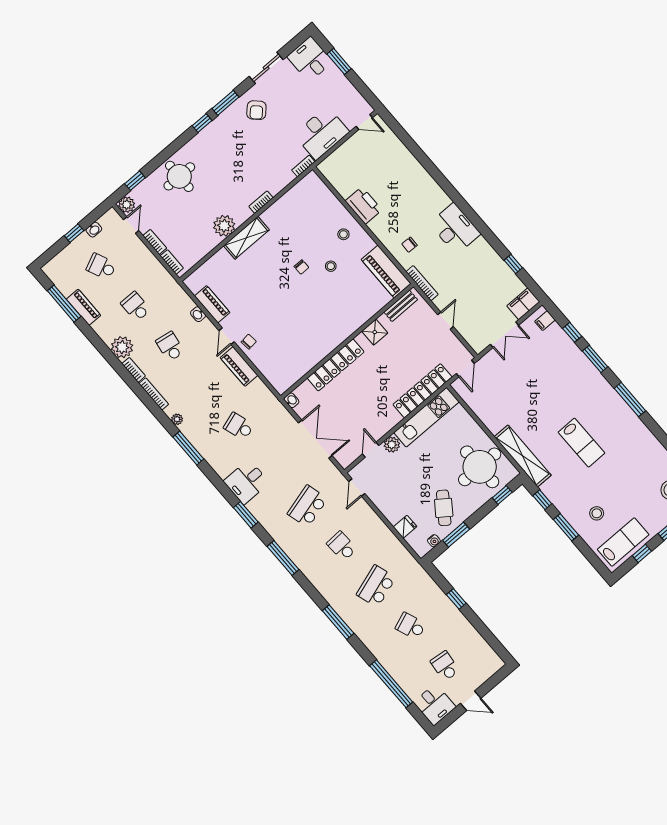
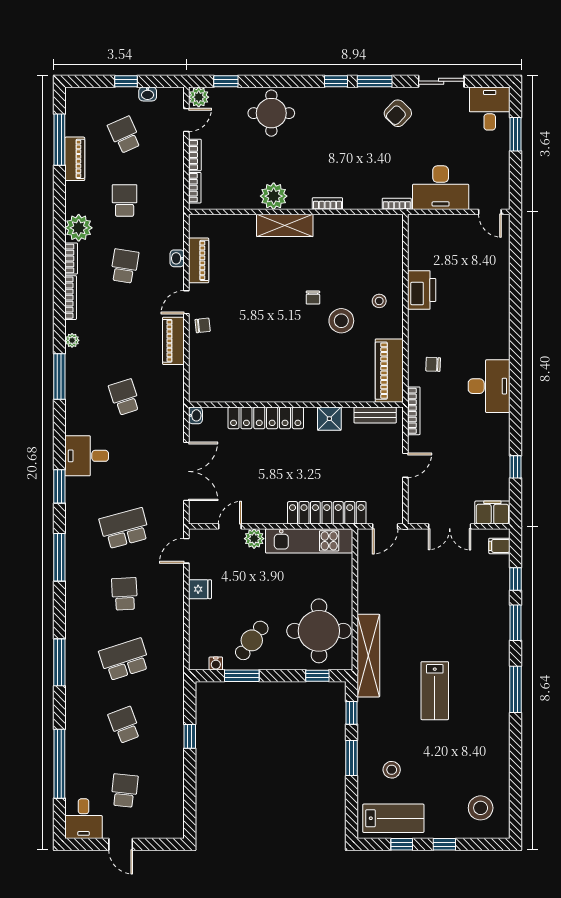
stool: (331, 266) -> (341, 321), width x1.89, depth x1.89
fridge: (405, 527) -> (200, 589), moved

